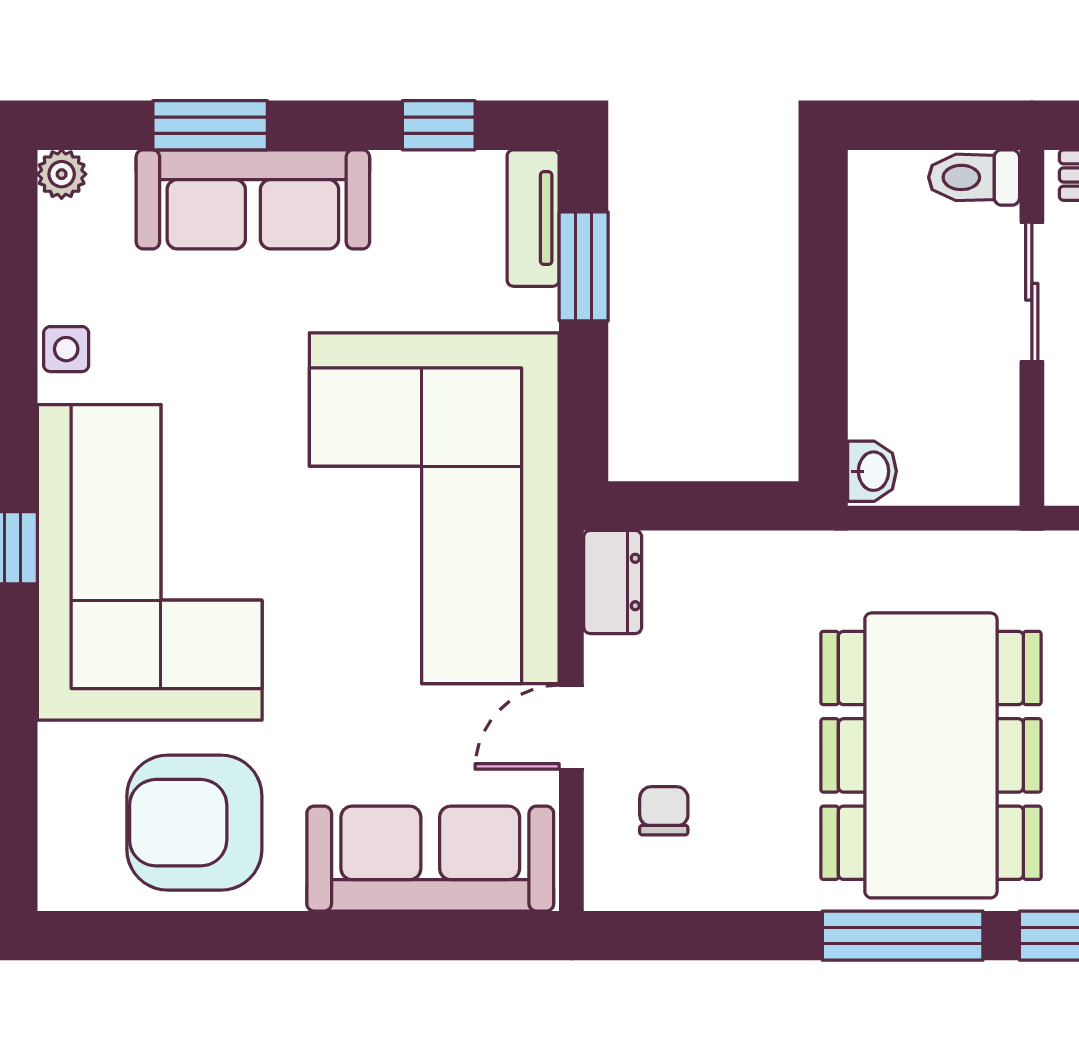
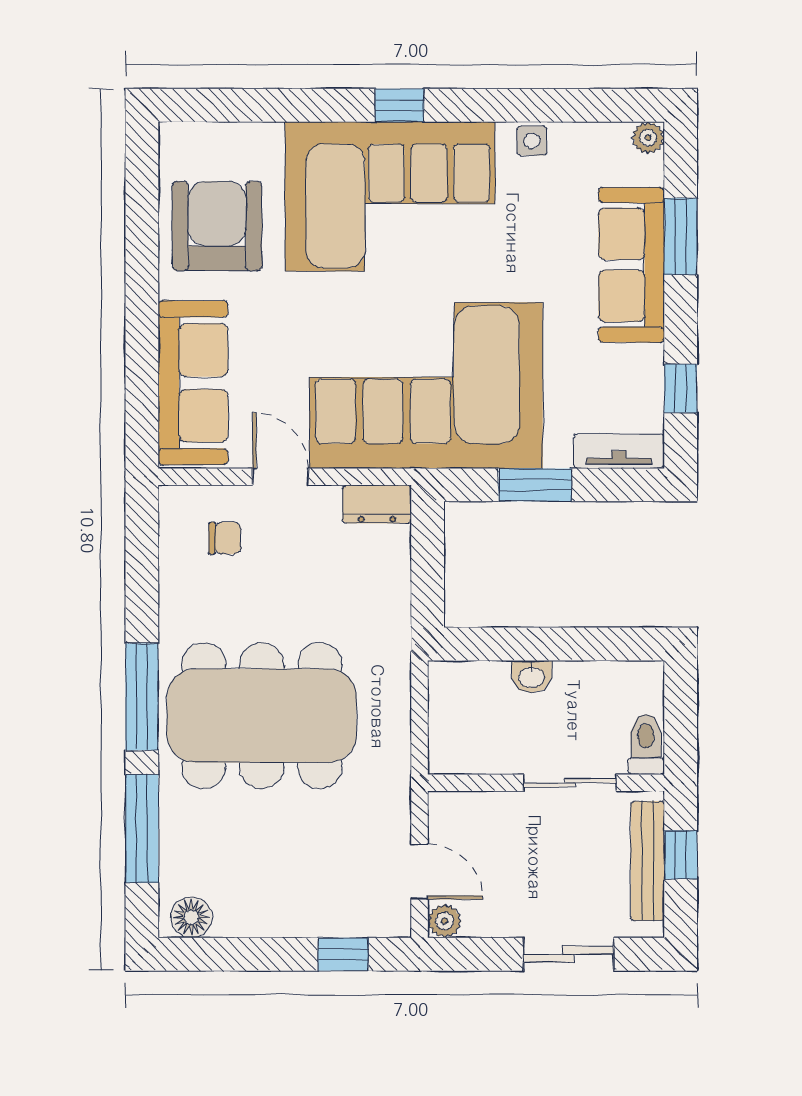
window: (584, 266) -> (535, 485), moved
washbasin: (872, 471) -> (532, 677), moved

